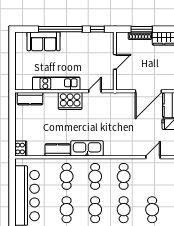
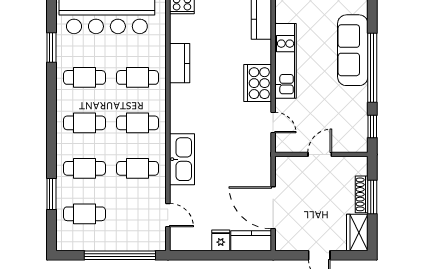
sofa: (44, 41) -> (353, 50), width x1.36
door: (115, 62) -> (320, 154), swing flipped
kitchen sink: (87, 148) -> (182, 159), moved

